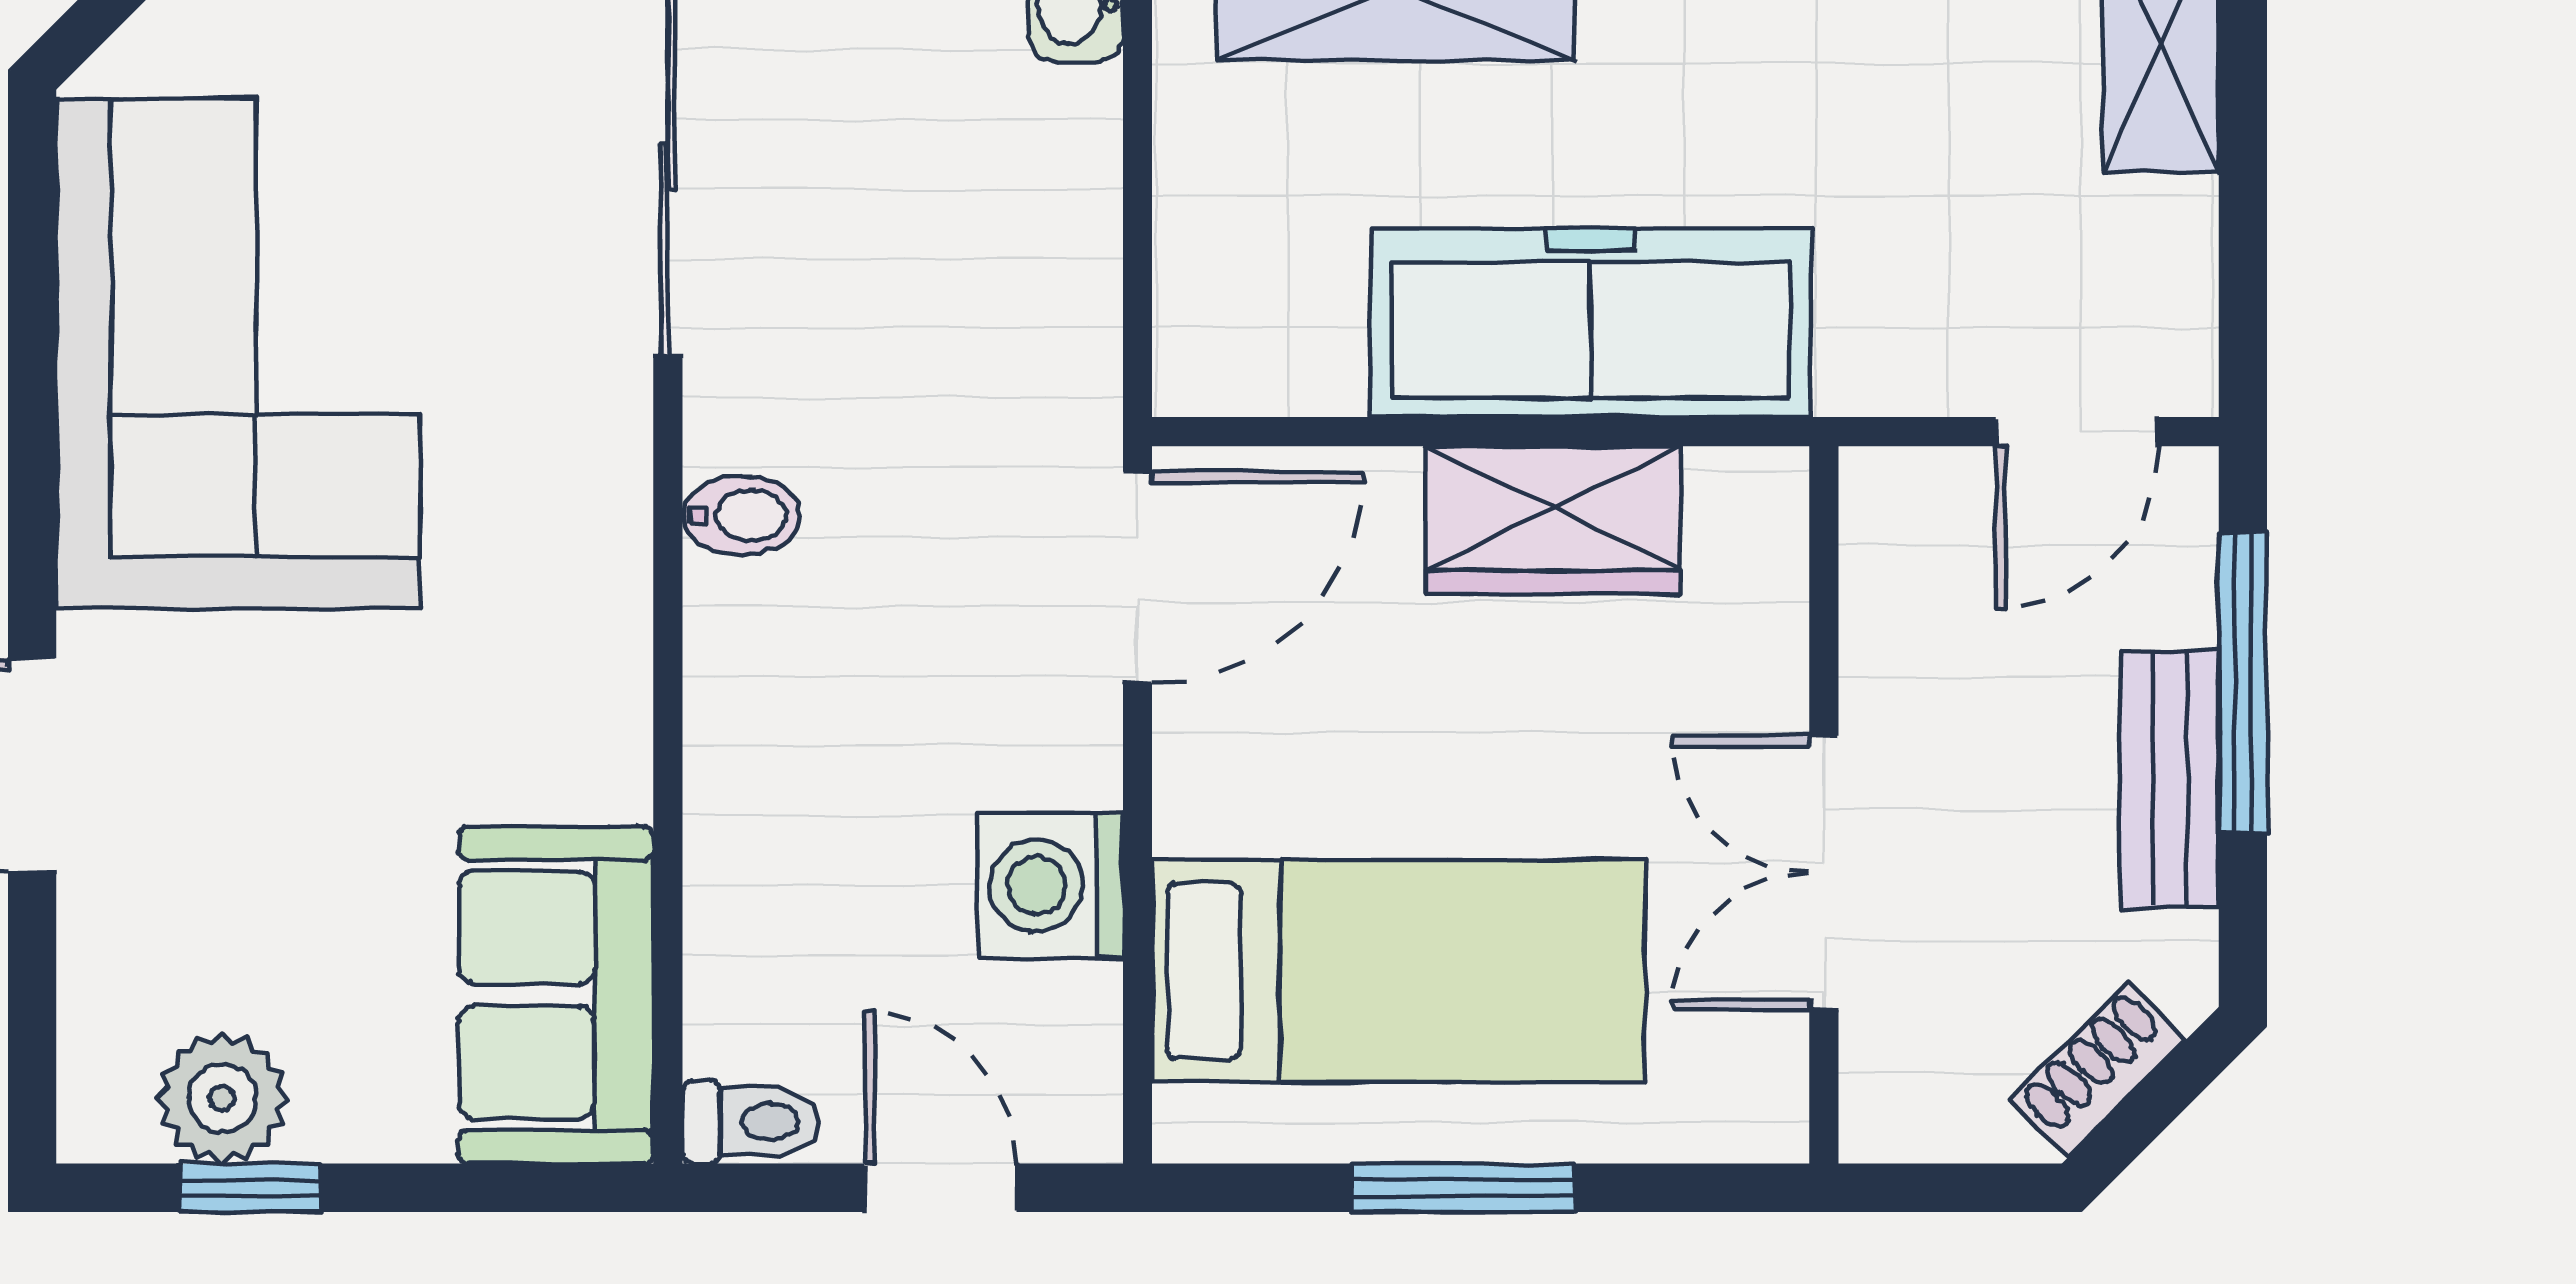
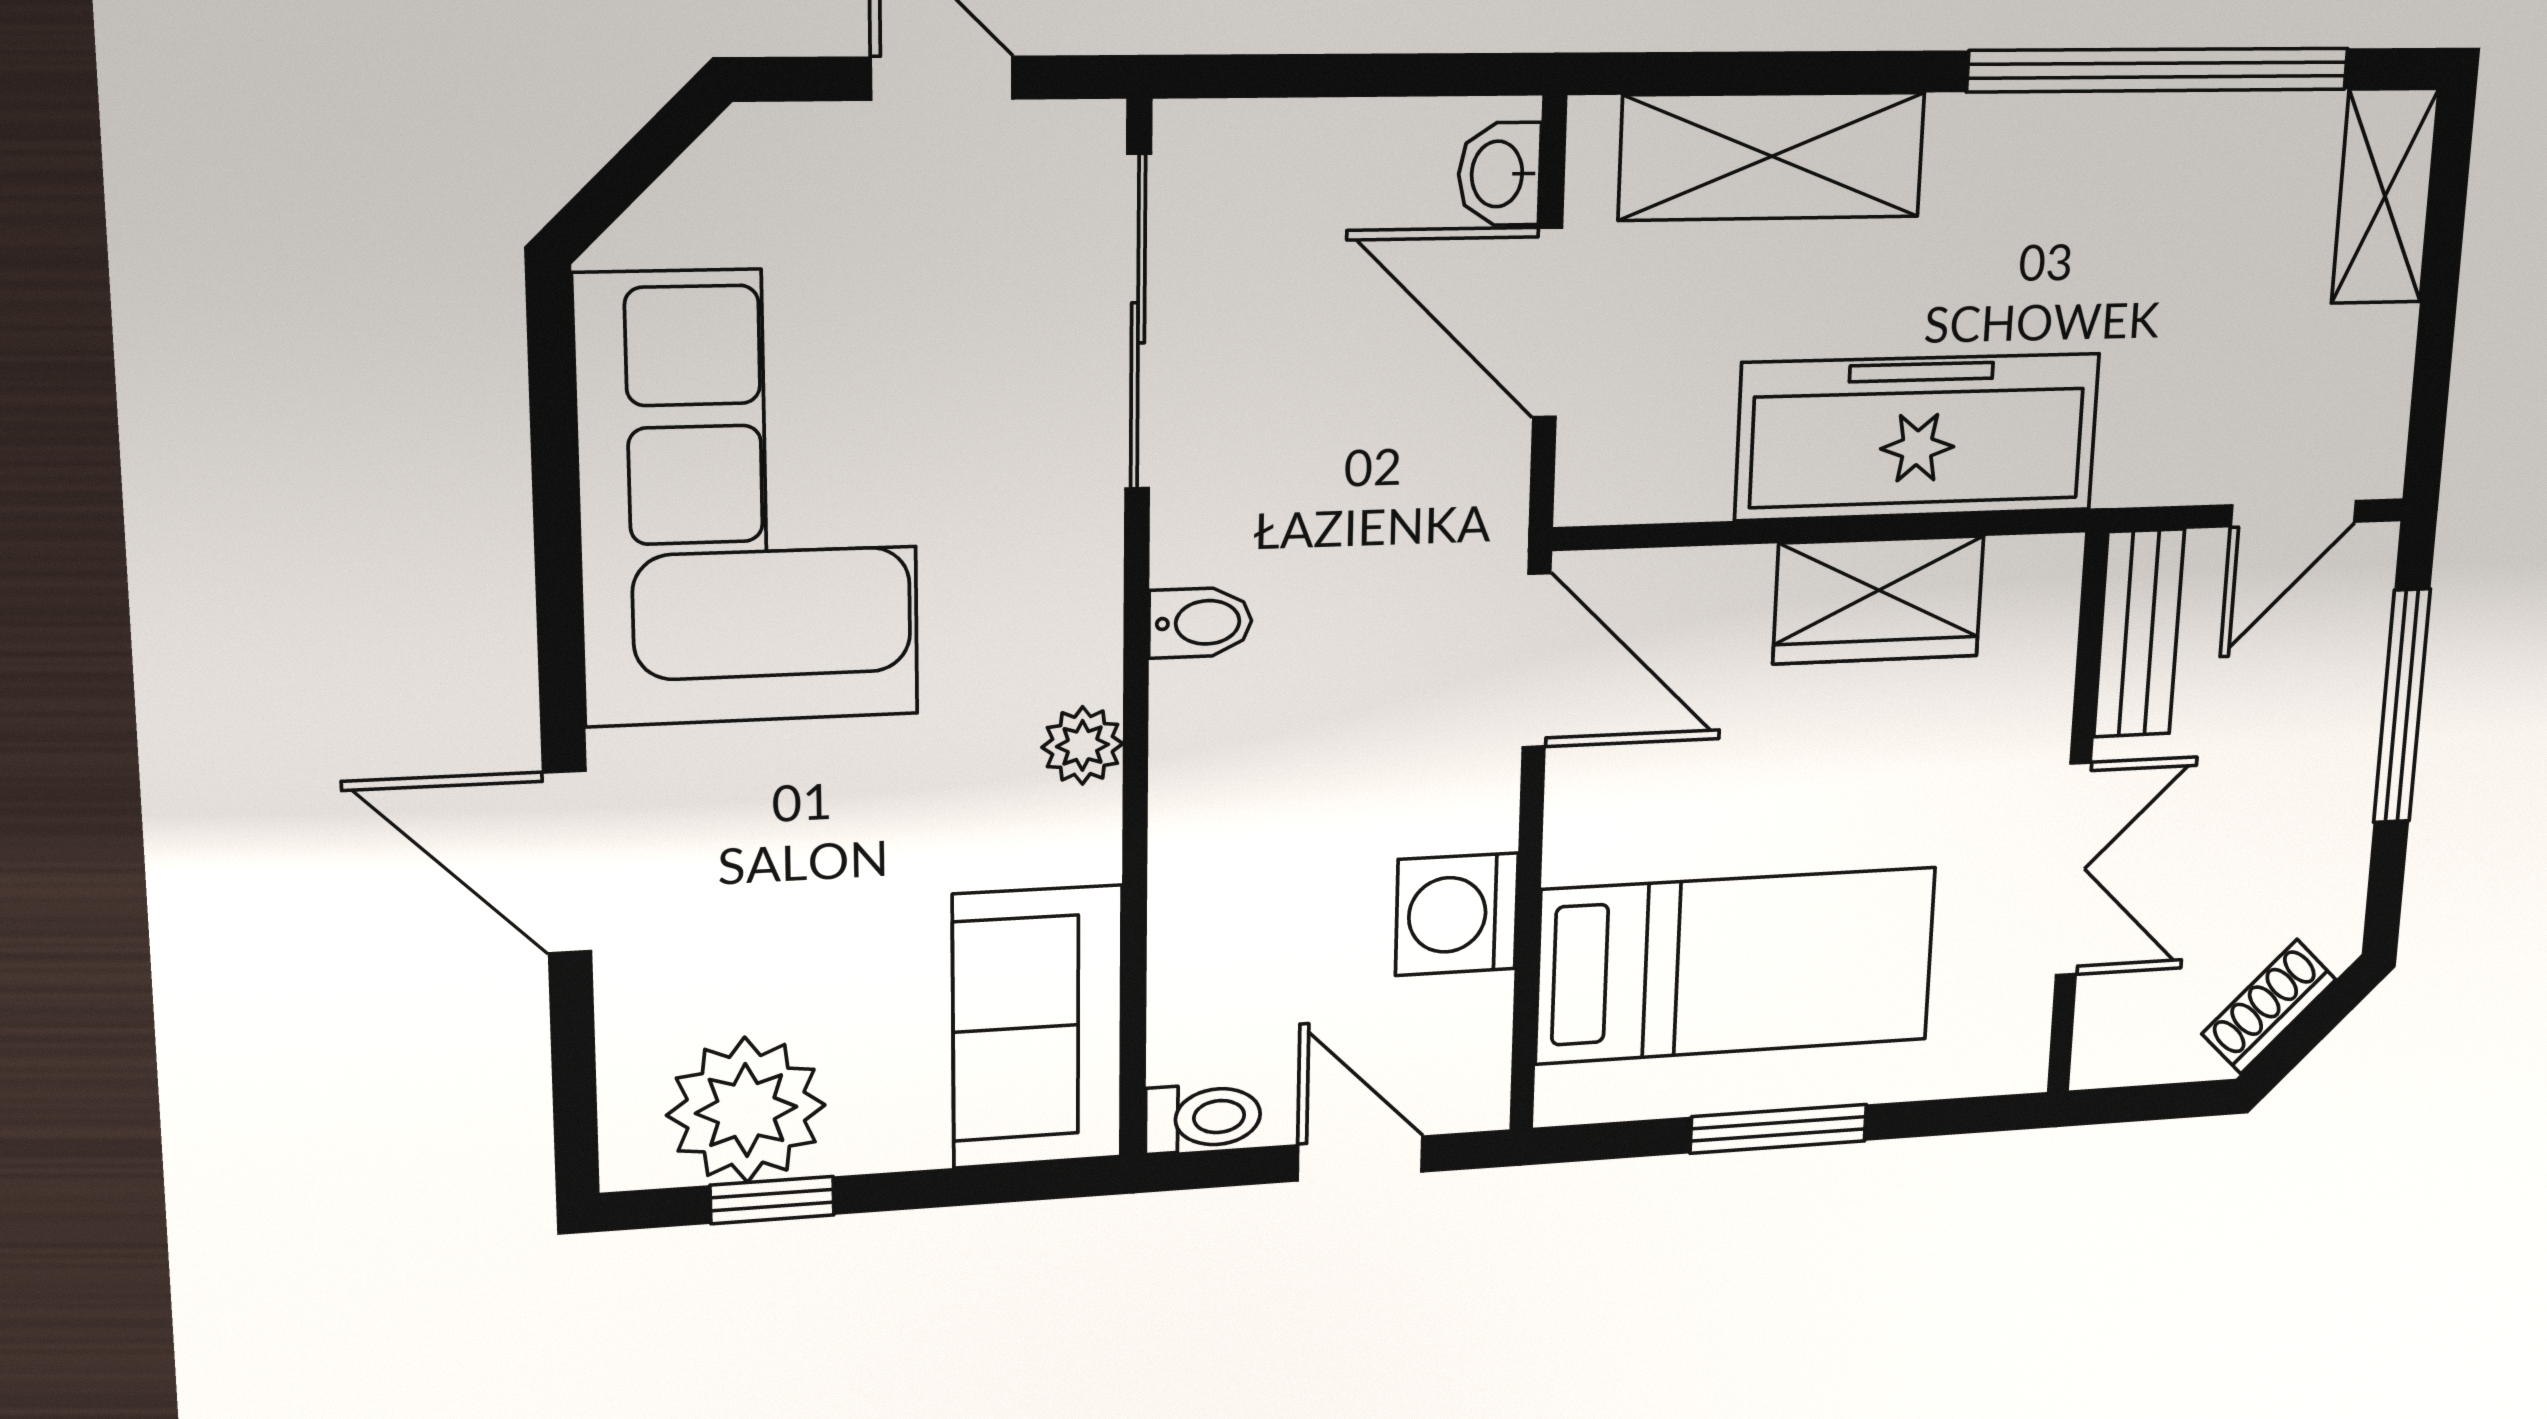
door: (1137, 176) -> (1548, 323), added
door: (1137, 577) -> (1537, 661), hinge flipped
plant: (607, 656) -> (1082, 745), added
bench: (2170, 779) -> (2139, 633), moved
double door: (1824, 873) -> (2073, 870), swing flipped
plant: (222, 1098) -> (746, 1110), width x1.36, depth x1.36

